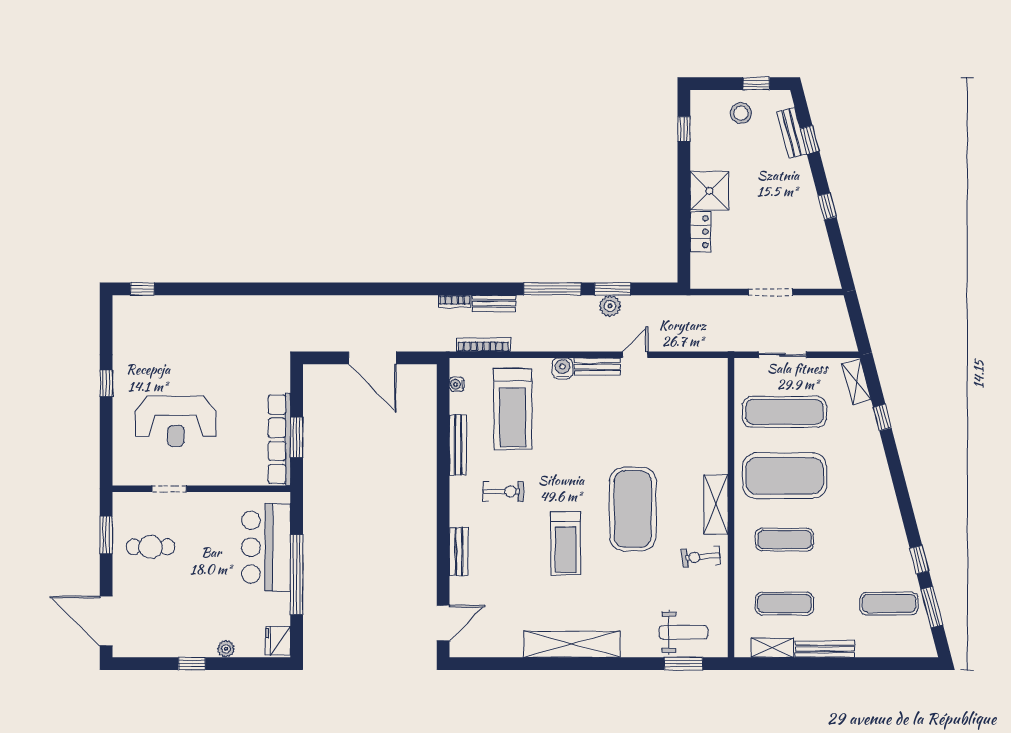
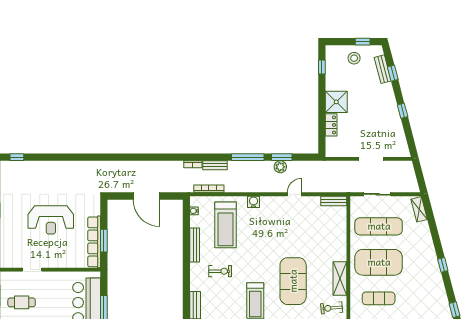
bench: (597, 367) -> (334, 201), moved
window: (882, 418) -> (443, 265), moved
reception desk: (176, 421) -> (51, 220), moved

